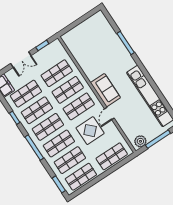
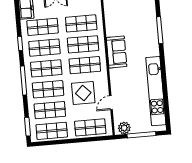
sofa: (105, 90) -> (117, 52), moved
door: (109, 114) -> (111, 103), moved

